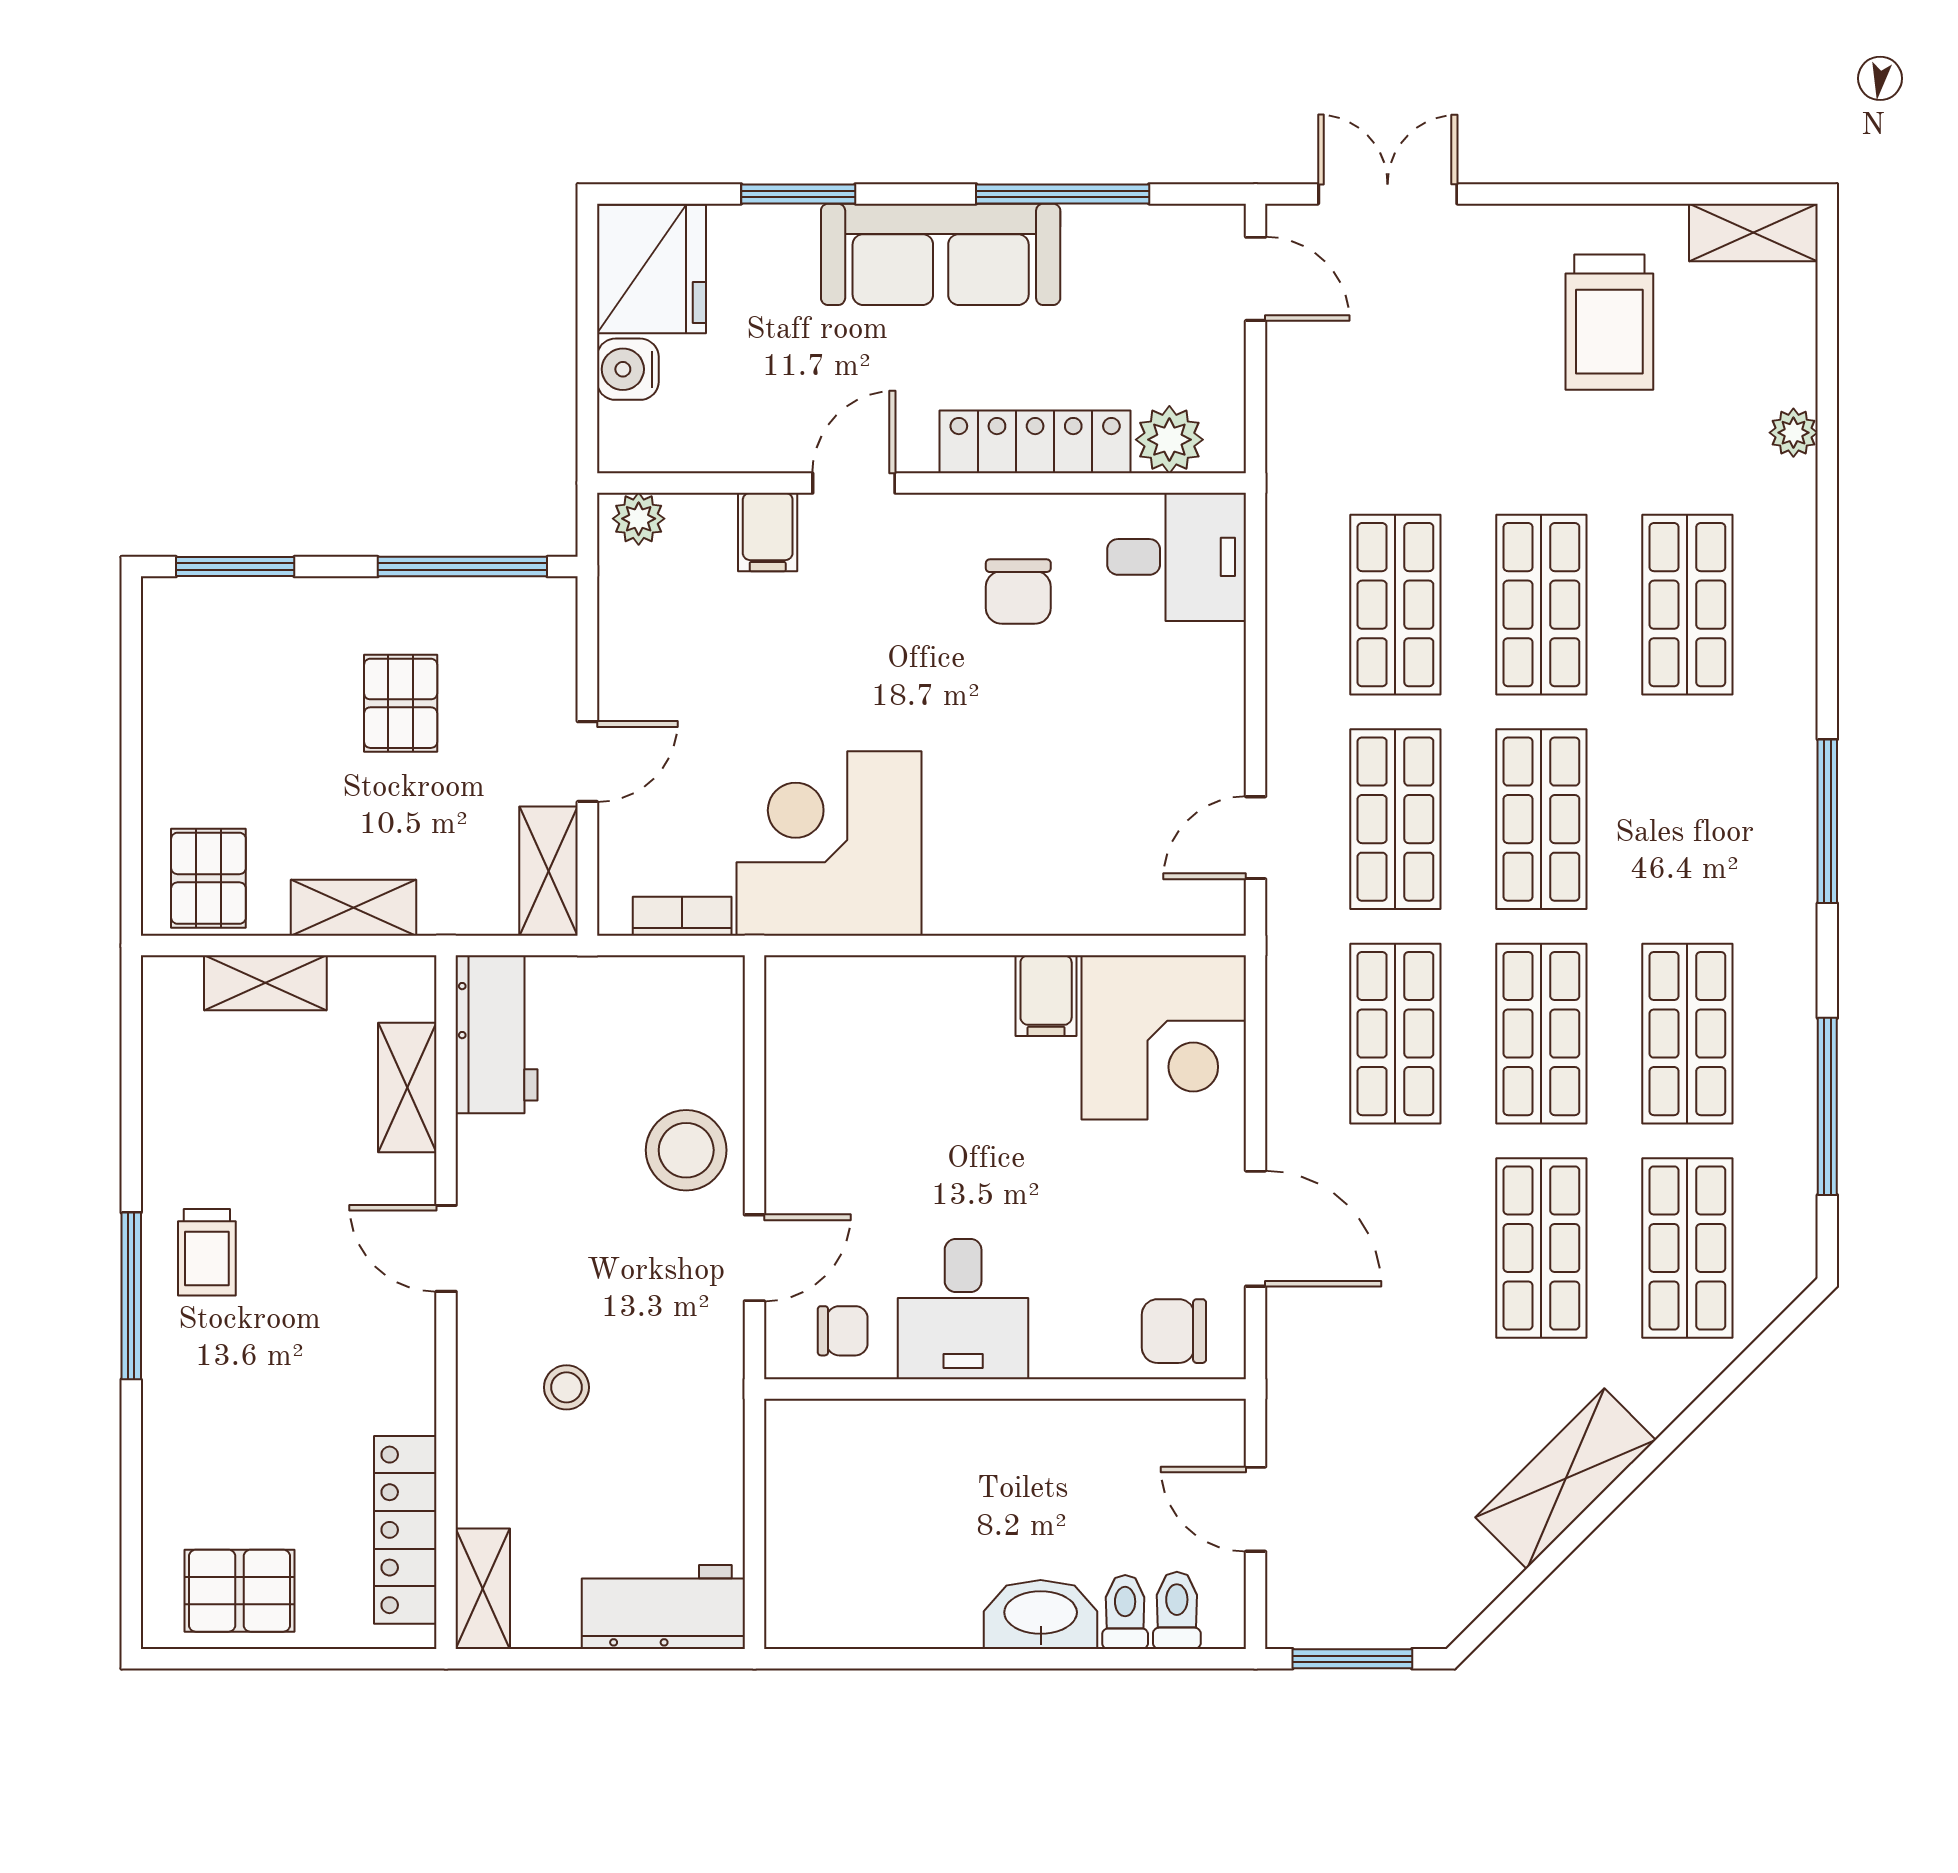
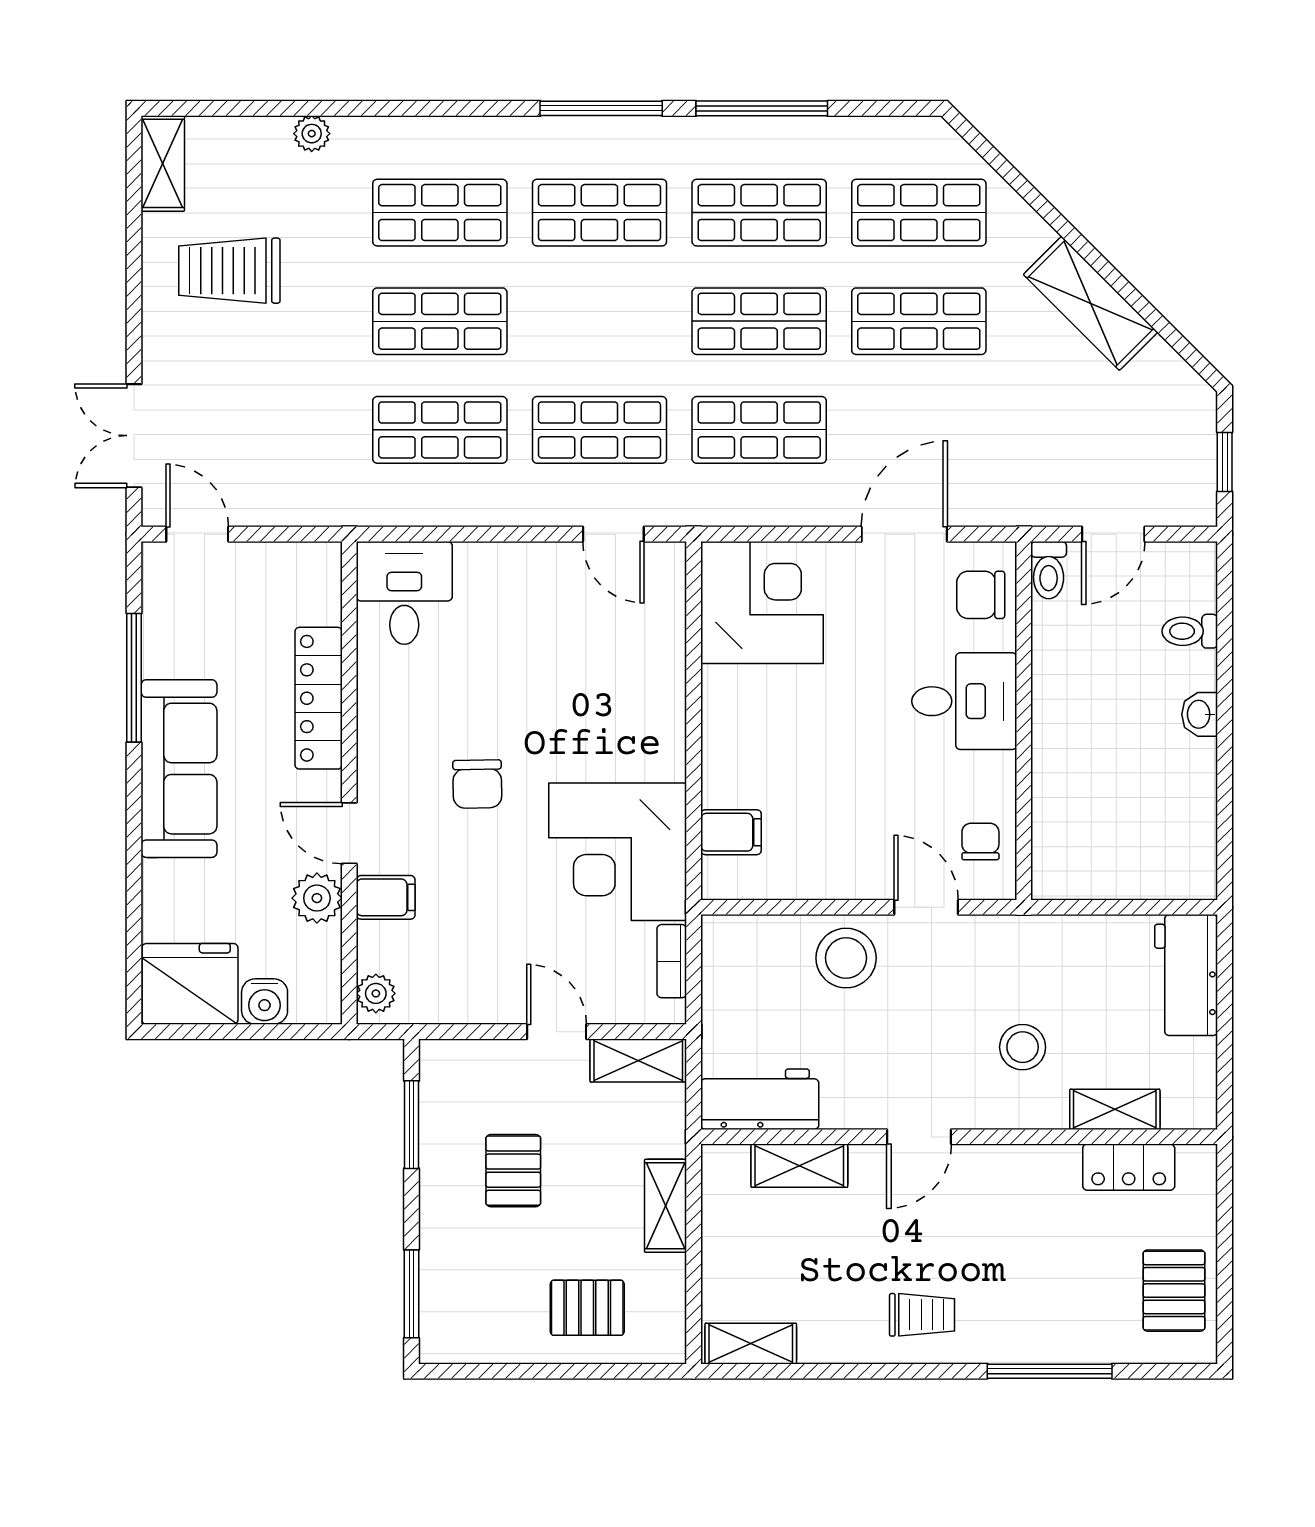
window: (798, 194) -> (134, 875), removed
door: (1256, 279) -> (197, 534), hinge flipped
trolley: (1609, 322) -> (229, 271), turned 180
plant: (1169, 440) -> (317, 898), moved
window: (462, 567) -> (411, 1125), width x0.69
chair: (1018, 592) -> (477, 784), moved, turned 89
pallet: (401, 703) -> (513, 1171), turned 90
shop shelf: (1541, 819) -> (599, 213), moved
pallet: (208, 878) -> (587, 1308), moved
shelving: (265, 983) -> (751, 1344), moved, turned 90
filing cabinet: (1046, 996) -> (731, 832), moved
window: (1827, 1106) -> (762, 108), moved
window: (131, 1296) -> (1050, 1371), moved
desk: (963, 1309) -> (964, 701), moved
chair: (1174, 1331) -> (981, 595), turned 90
stool: (566, 1387) -> (1023, 1047), width x1.37, depth x1.37
locker: (405, 1530) -> (1129, 1167), width x0.66
shelving: (483, 1589) -> (1115, 1109), moved
toilet: (1177, 1610) -> (1049, 570), moved, turned -90
washbasin: (1041, 1615) -> (1200, 714), width x0.52, depth x0.69
window: (1352, 1659) -> (1225, 462), width x0.67

